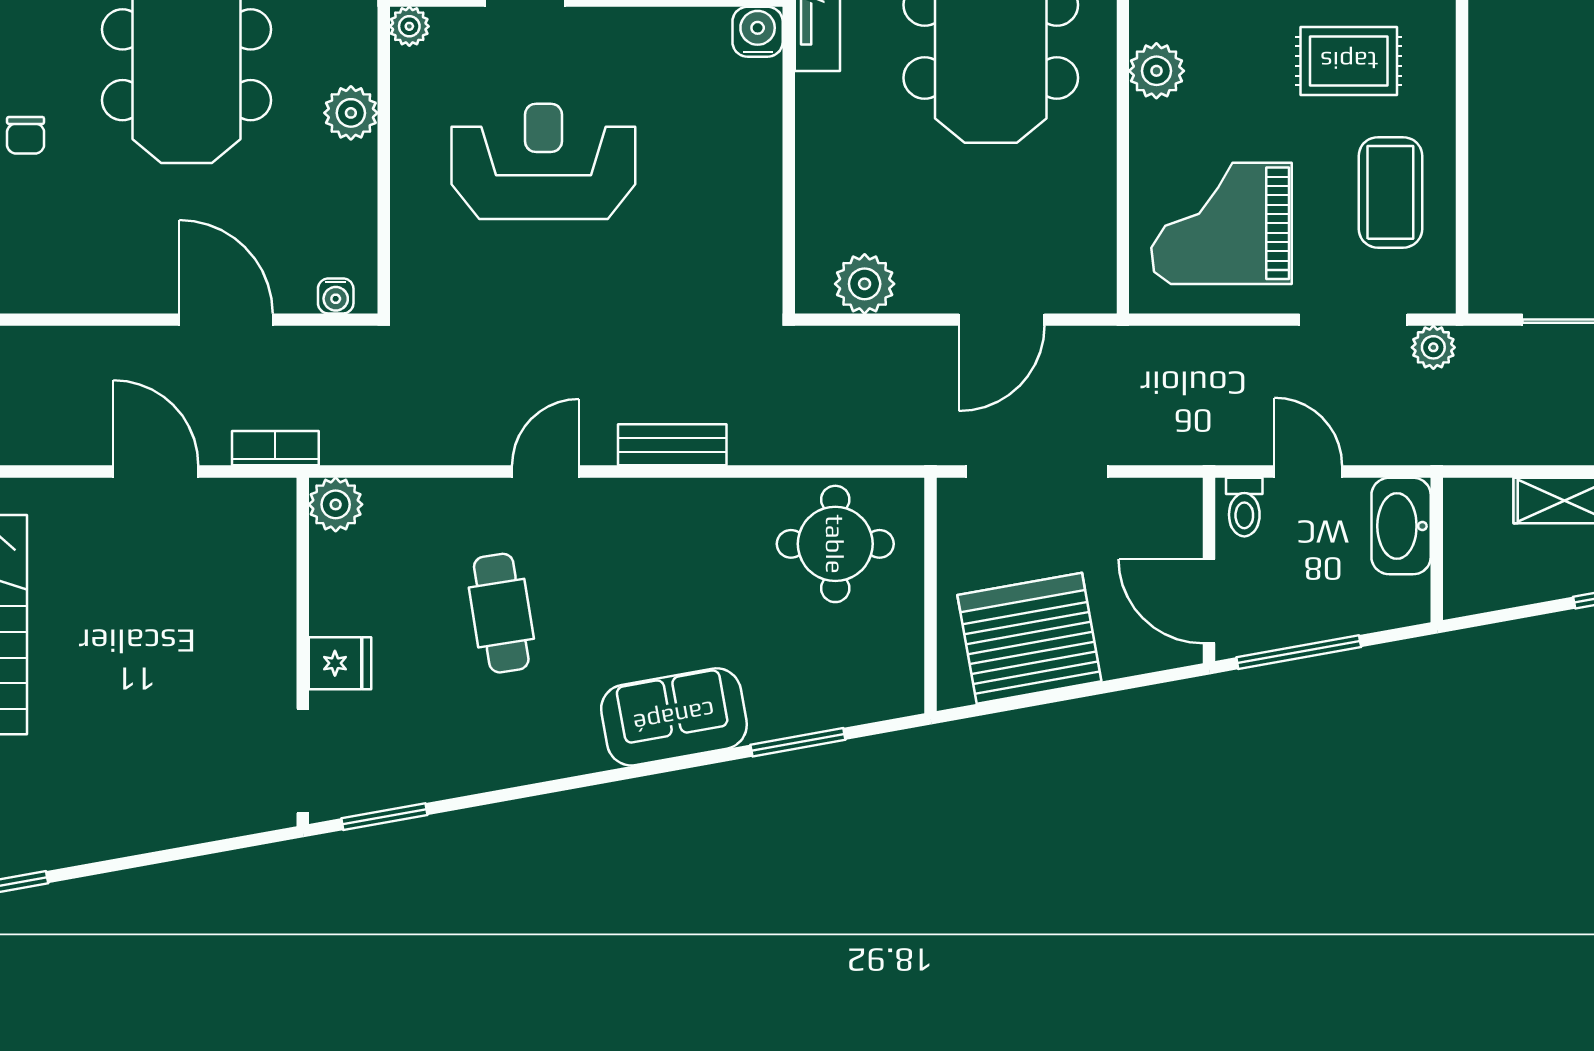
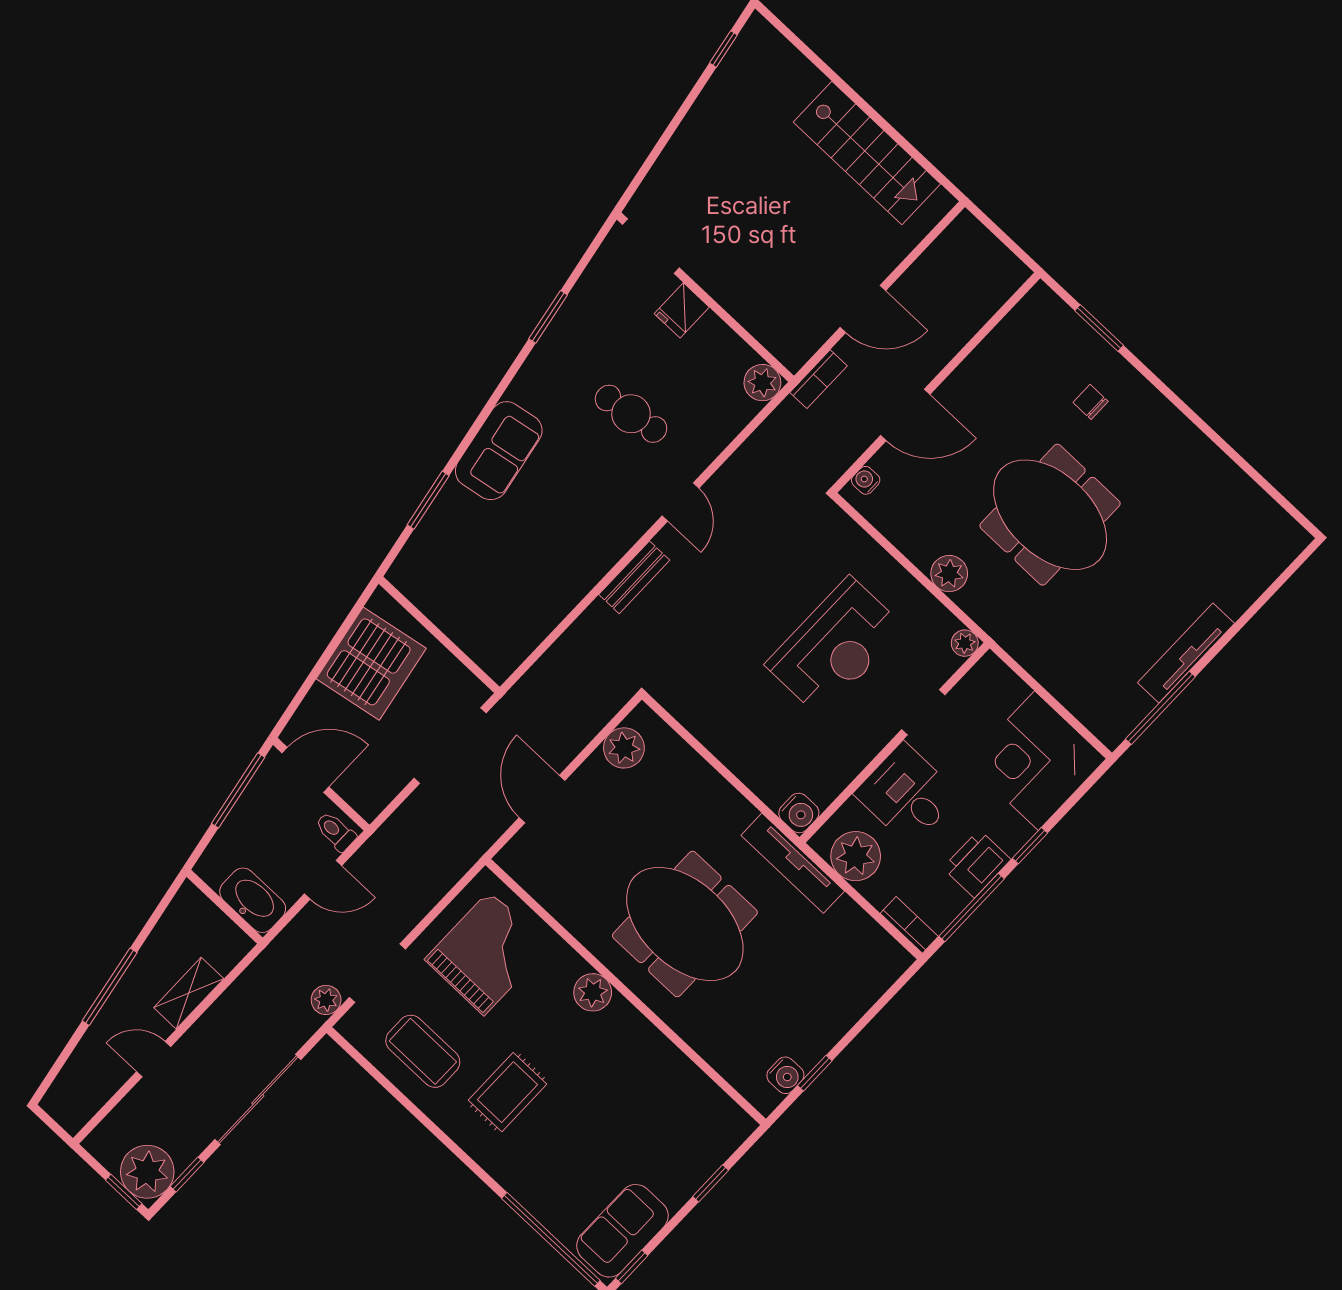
round table: (835, 544) -> (509, 612), removed
window: (384, 817) -> (548, 317), moved

